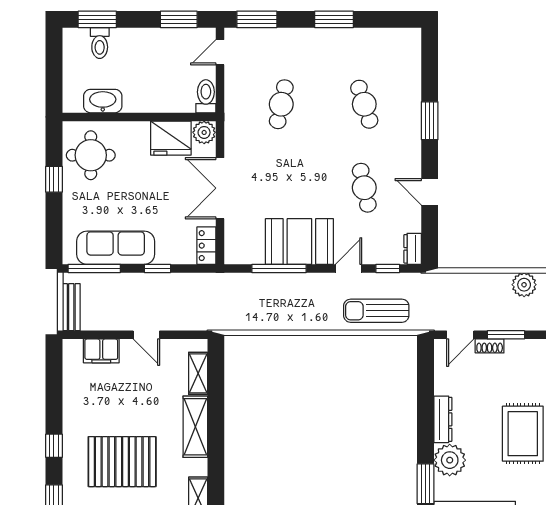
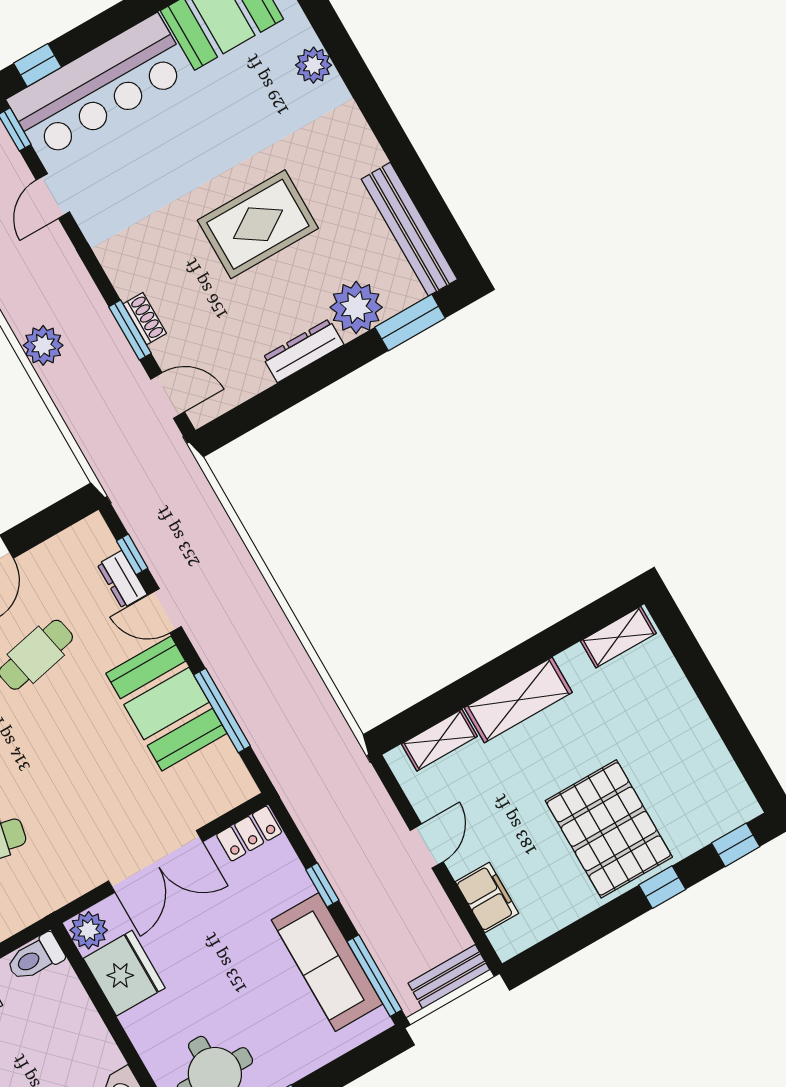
dresser: (413, 249) -> (122, 579), moved, turned 90
sun lounger: (376, 311) -> (202, 536), removed
shoe rack: (490, 346) -> (145, 319), moved
pallet: (122, 462) -> (609, 829), moved

